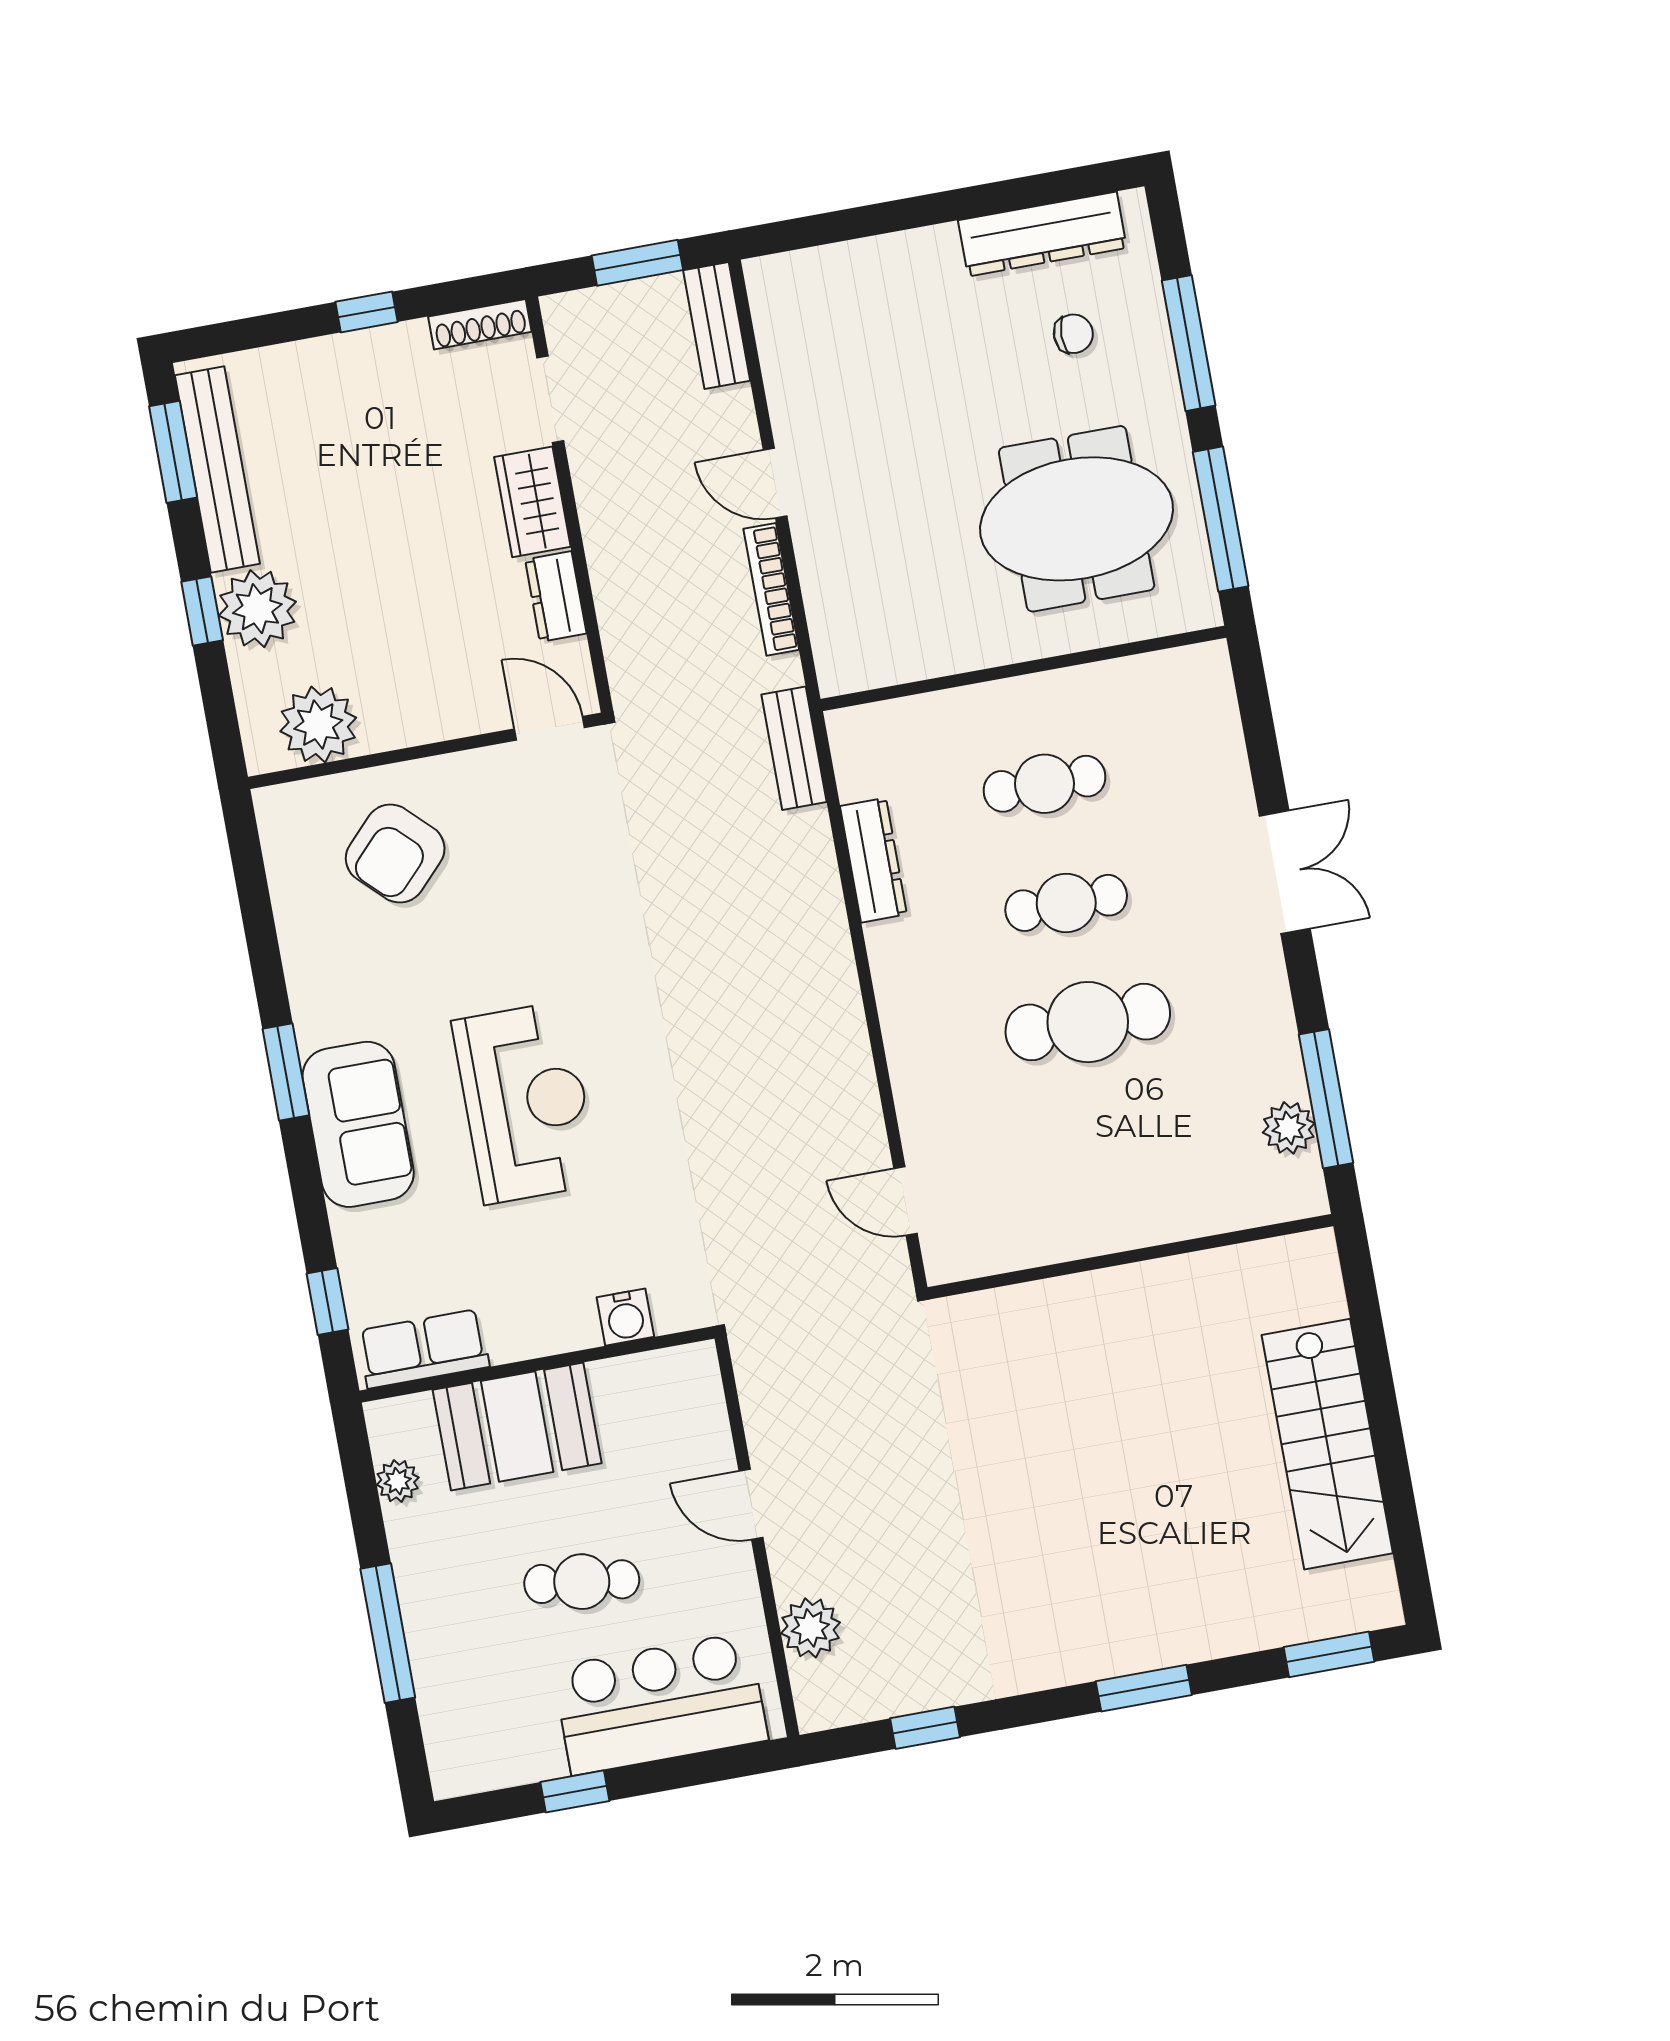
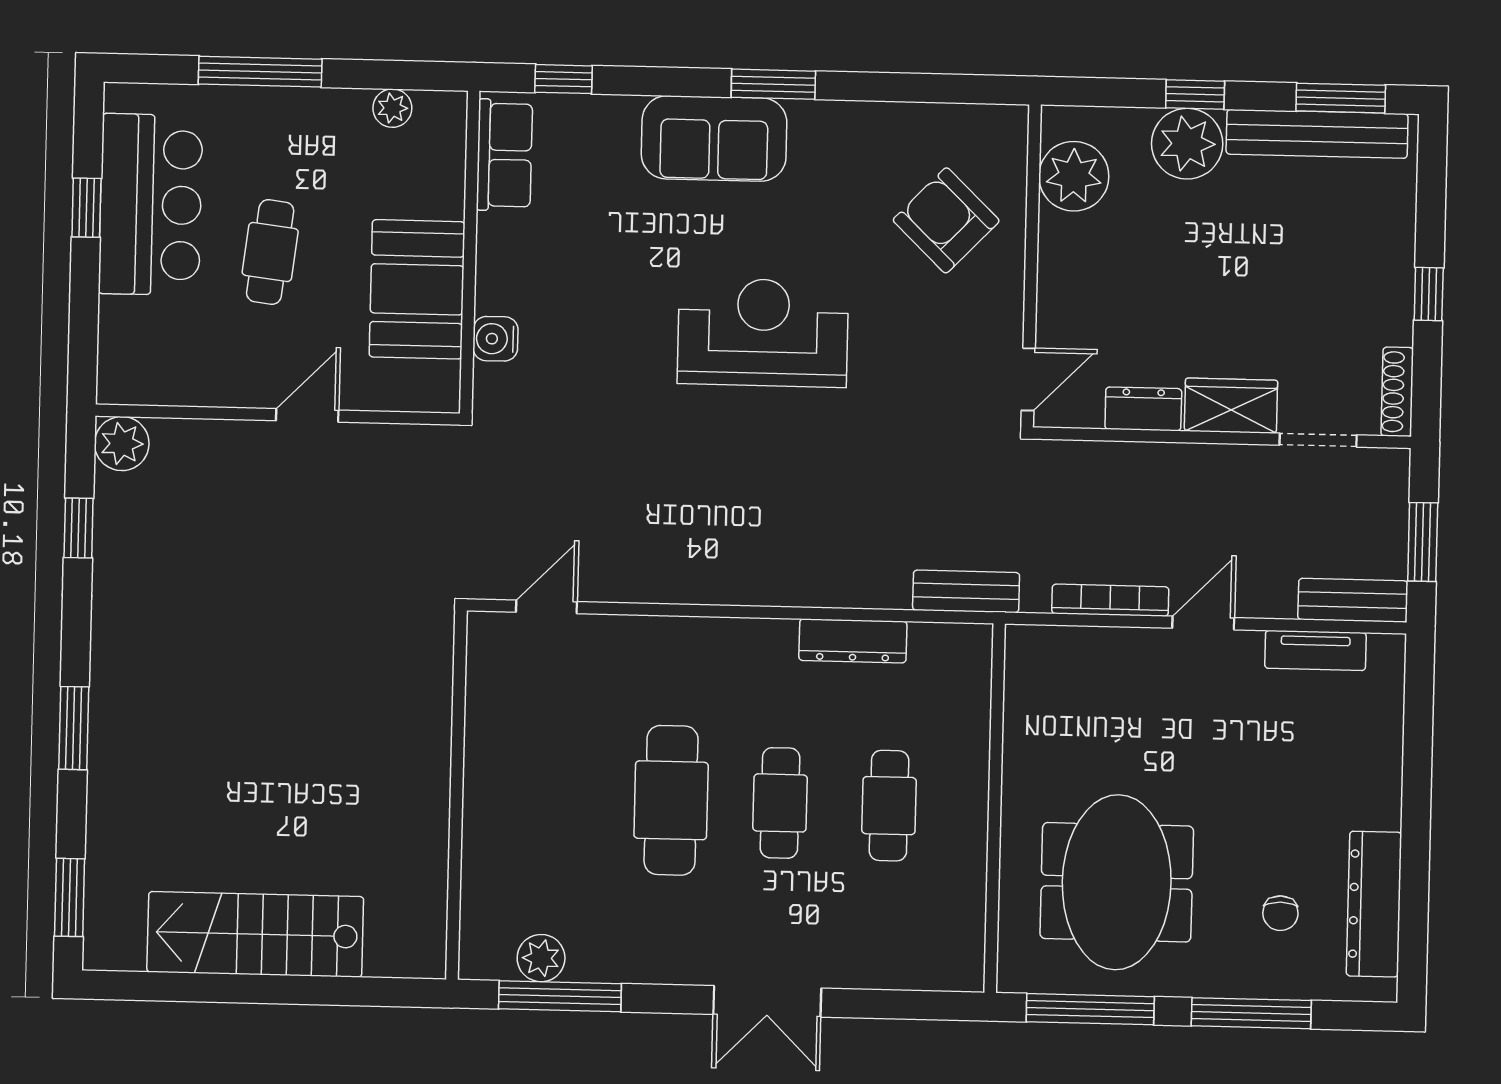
tv unit: (780, 355) -> (1315, 650), added
reception desk: (526, 1103) -> (763, 333), moved, turned 180
booth: (517, 1427) -> (417, 289), moved
plant: (810, 1628) -> (122, 444), moved
bar counter: (660, 1704) -> (151, 205), moved

